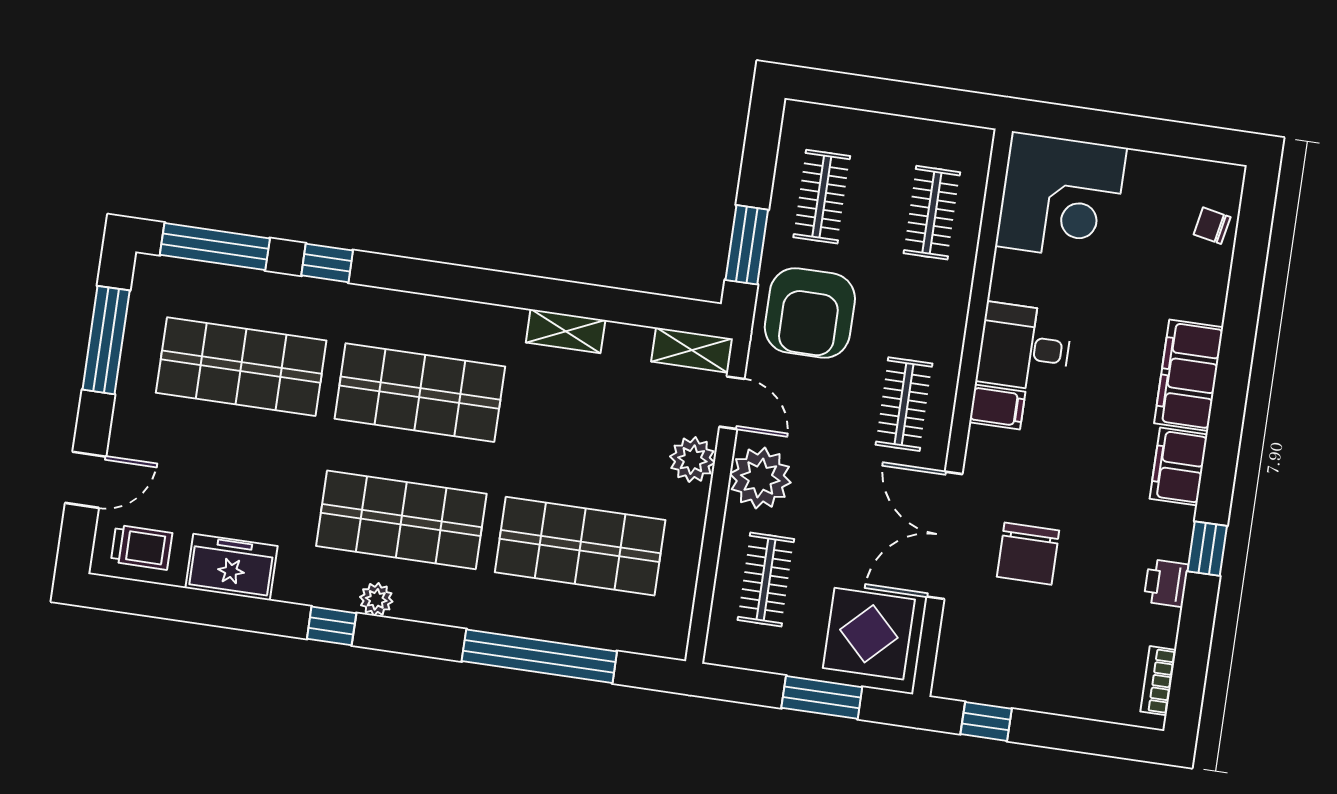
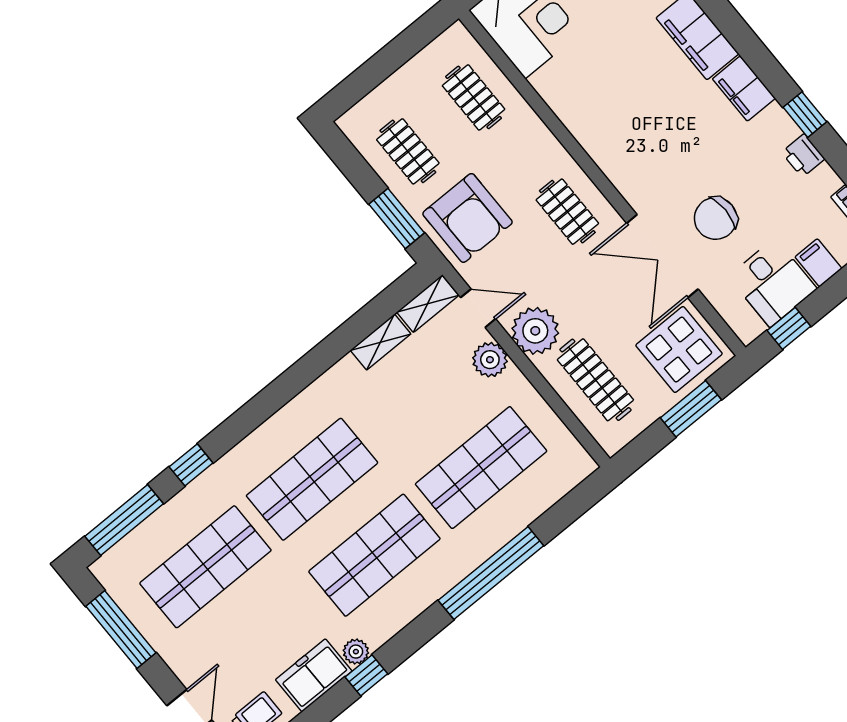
shelving: (566, 331) -> (381, 342), moved
desk: (1024, 347) -> (773, 283), moved, turned -90
filing cabinet: (997, 407) -> (818, 263), moved, turned -90
chair: (1028, 554) -> (716, 218), turned 90
clothes rail: (766, 579) -> (595, 380), width x1.36
plant: (376, 599) -> (356, 652), moved
window: (332, 626) -> (366, 675), moved
window: (539, 656) -> (491, 573), moved

